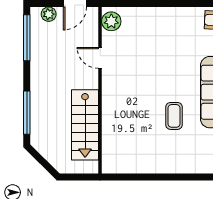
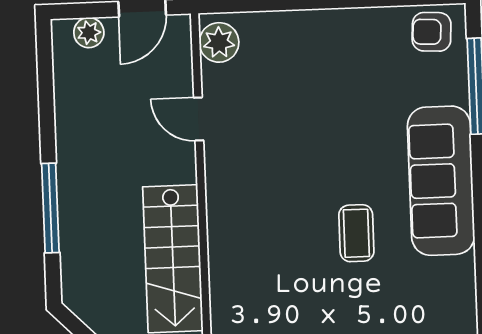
window: (27, 38) -> (46, 83), removed
window: (27, 113) -> (50, 208), moved

